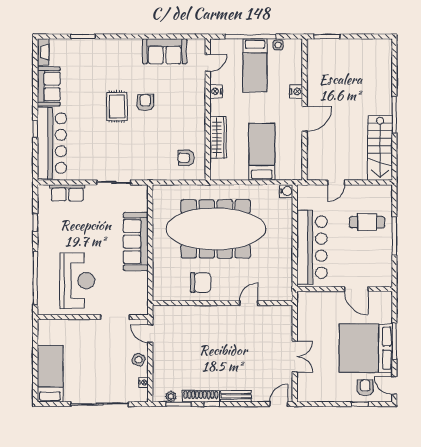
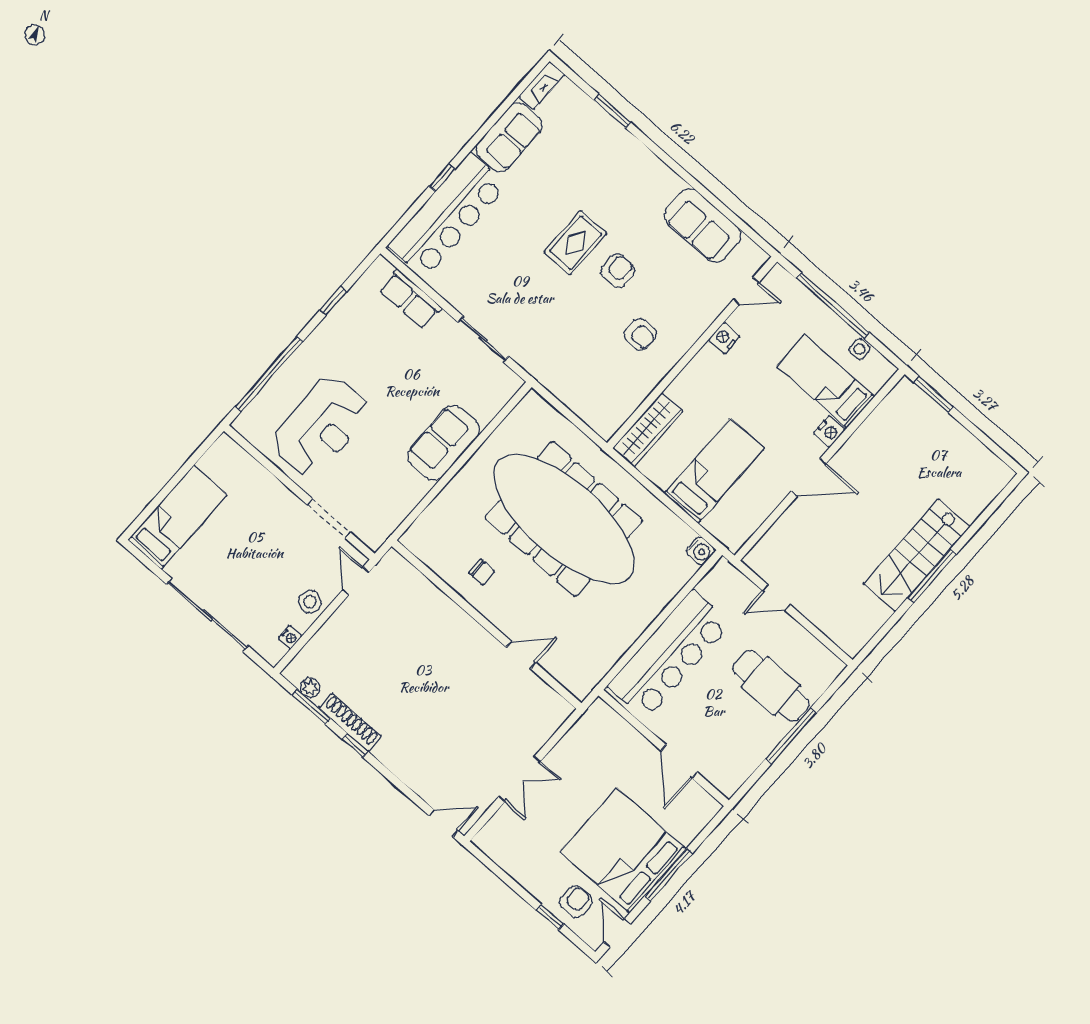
bed: (255, 65) -> (826, 381), moved, turned 90
wardrobe: (218, 137) -> (648, 430), moved
stairs: (380, 148) -> (917, 555), moved
armchair: (186, 158) -> (640, 335), moved, turned 180
cafe table: (367, 222) -> (771, 686), width x1.37, depth x1.35
sofa: (136, 242) -> (444, 443), width x0.73
chair: (201, 283) -> (482, 572), width x0.54, depth x0.54
bench: (236, 396) -> (396, 763), removed

